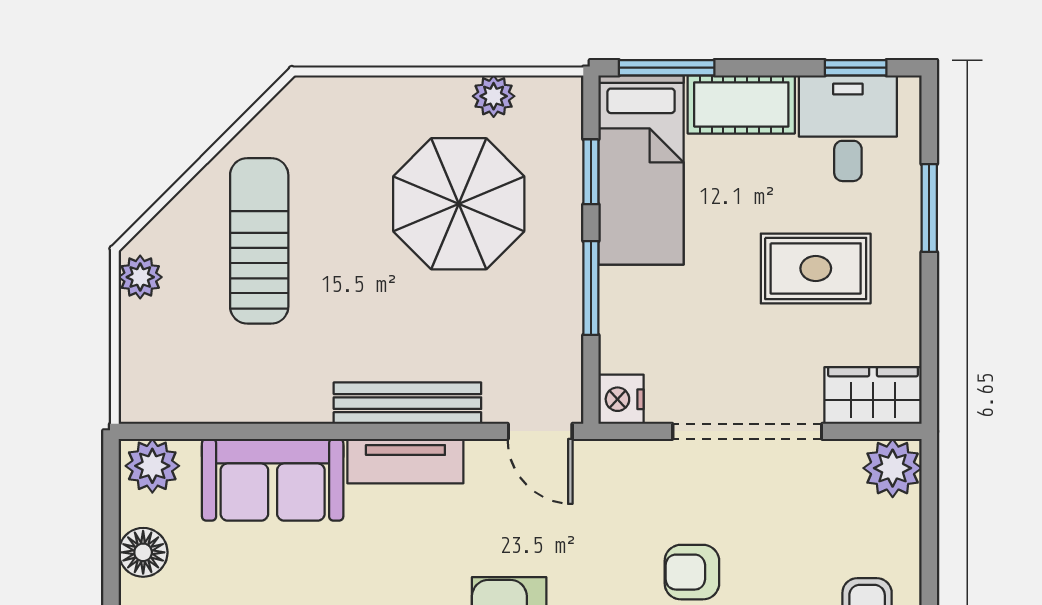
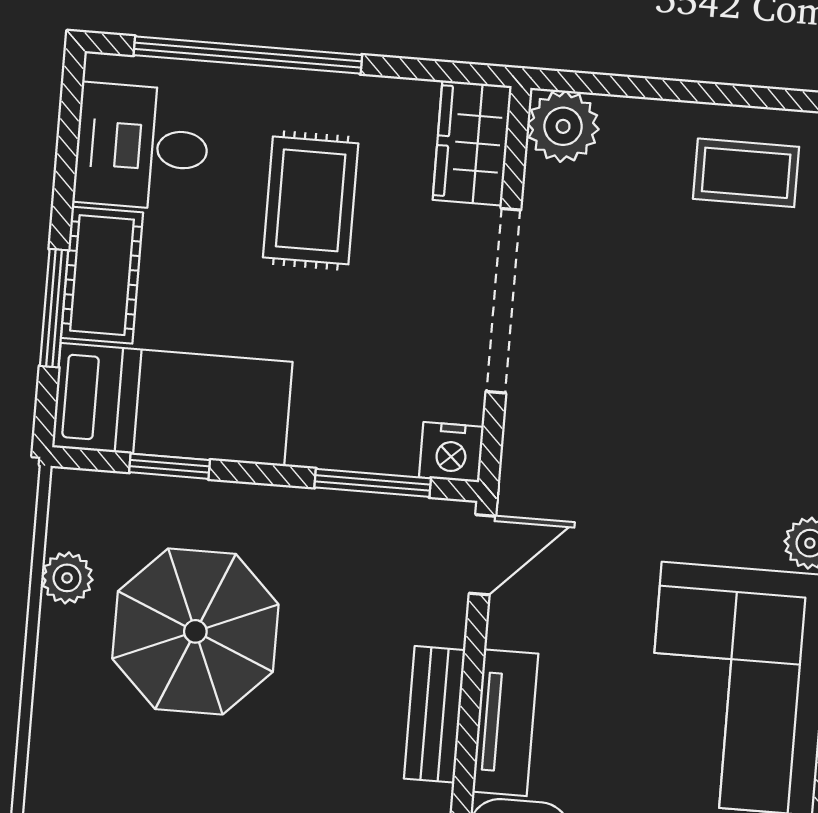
window: (667, 68) -> (54, 308), moved
window: (856, 68) -> (69, 131), removed
window: (929, 208) -> (248, 55), width x2.11
window: (591, 288) -> (373, 483), moved
bench: (407, 403) -> (435, 714), width x0.73
armchair: (692, 572) -> (670, 383), removed

